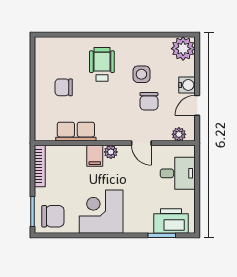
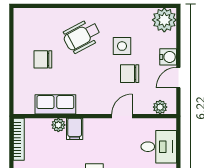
wheelchair: (102, 64) -> (82, 36), turned -118
chair: (149, 101) -> (130, 74), turned 90
door: (141, 143) -> (122, 116), swing flipped
plant: (111, 152) -> (58, 125), moved

